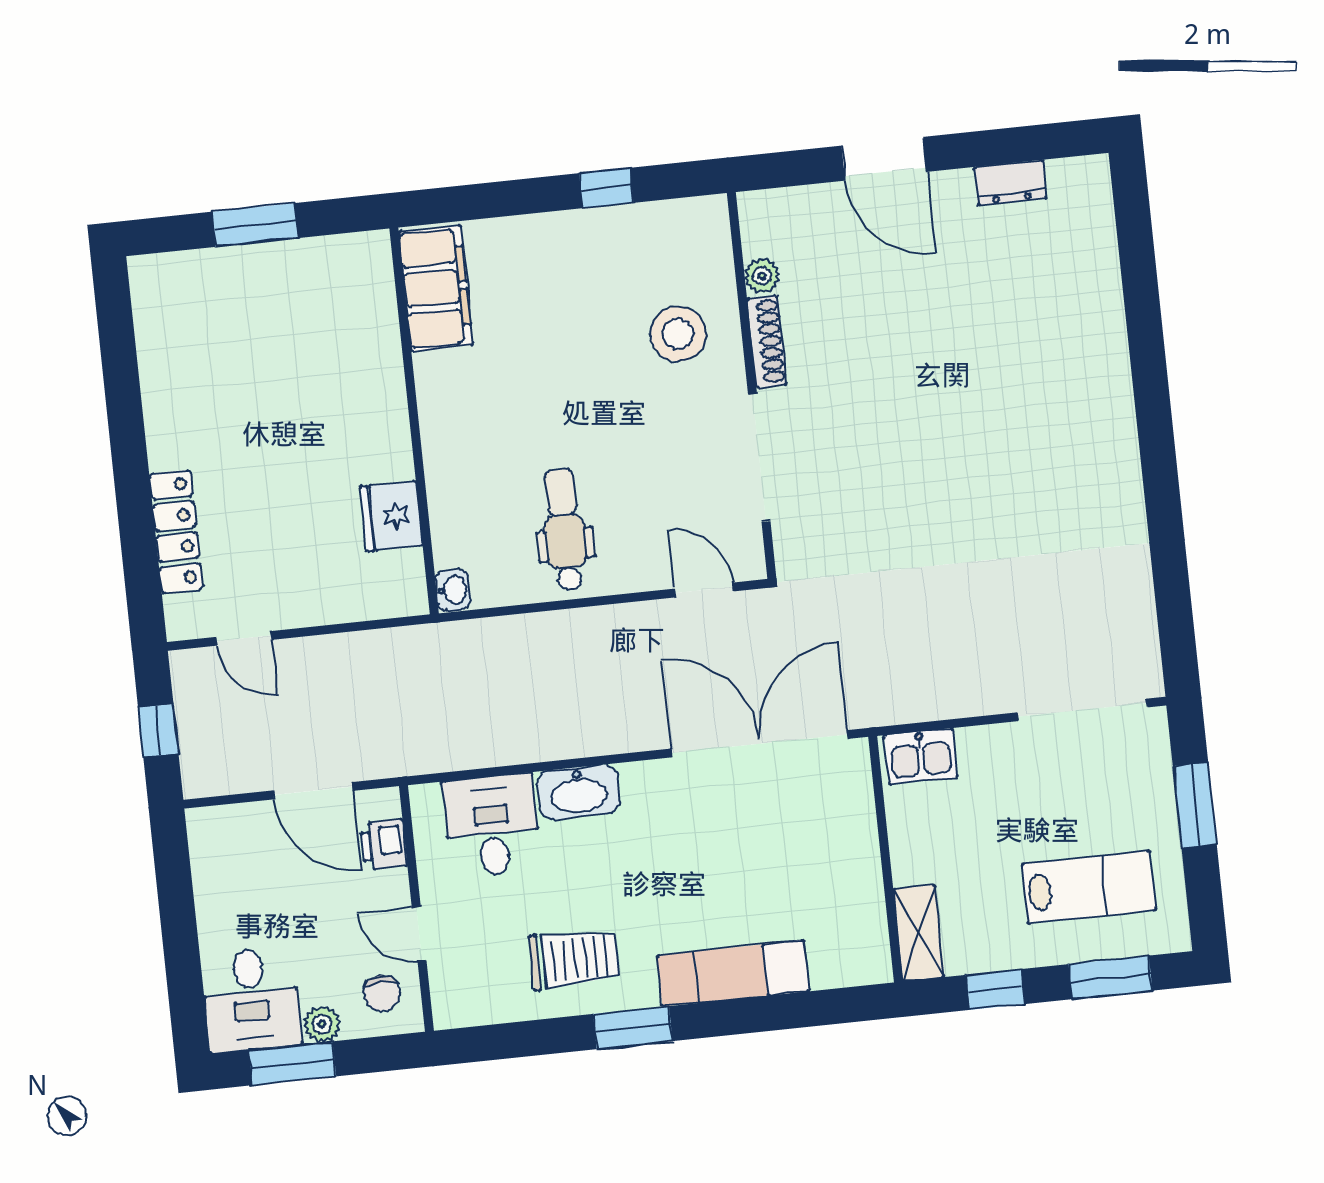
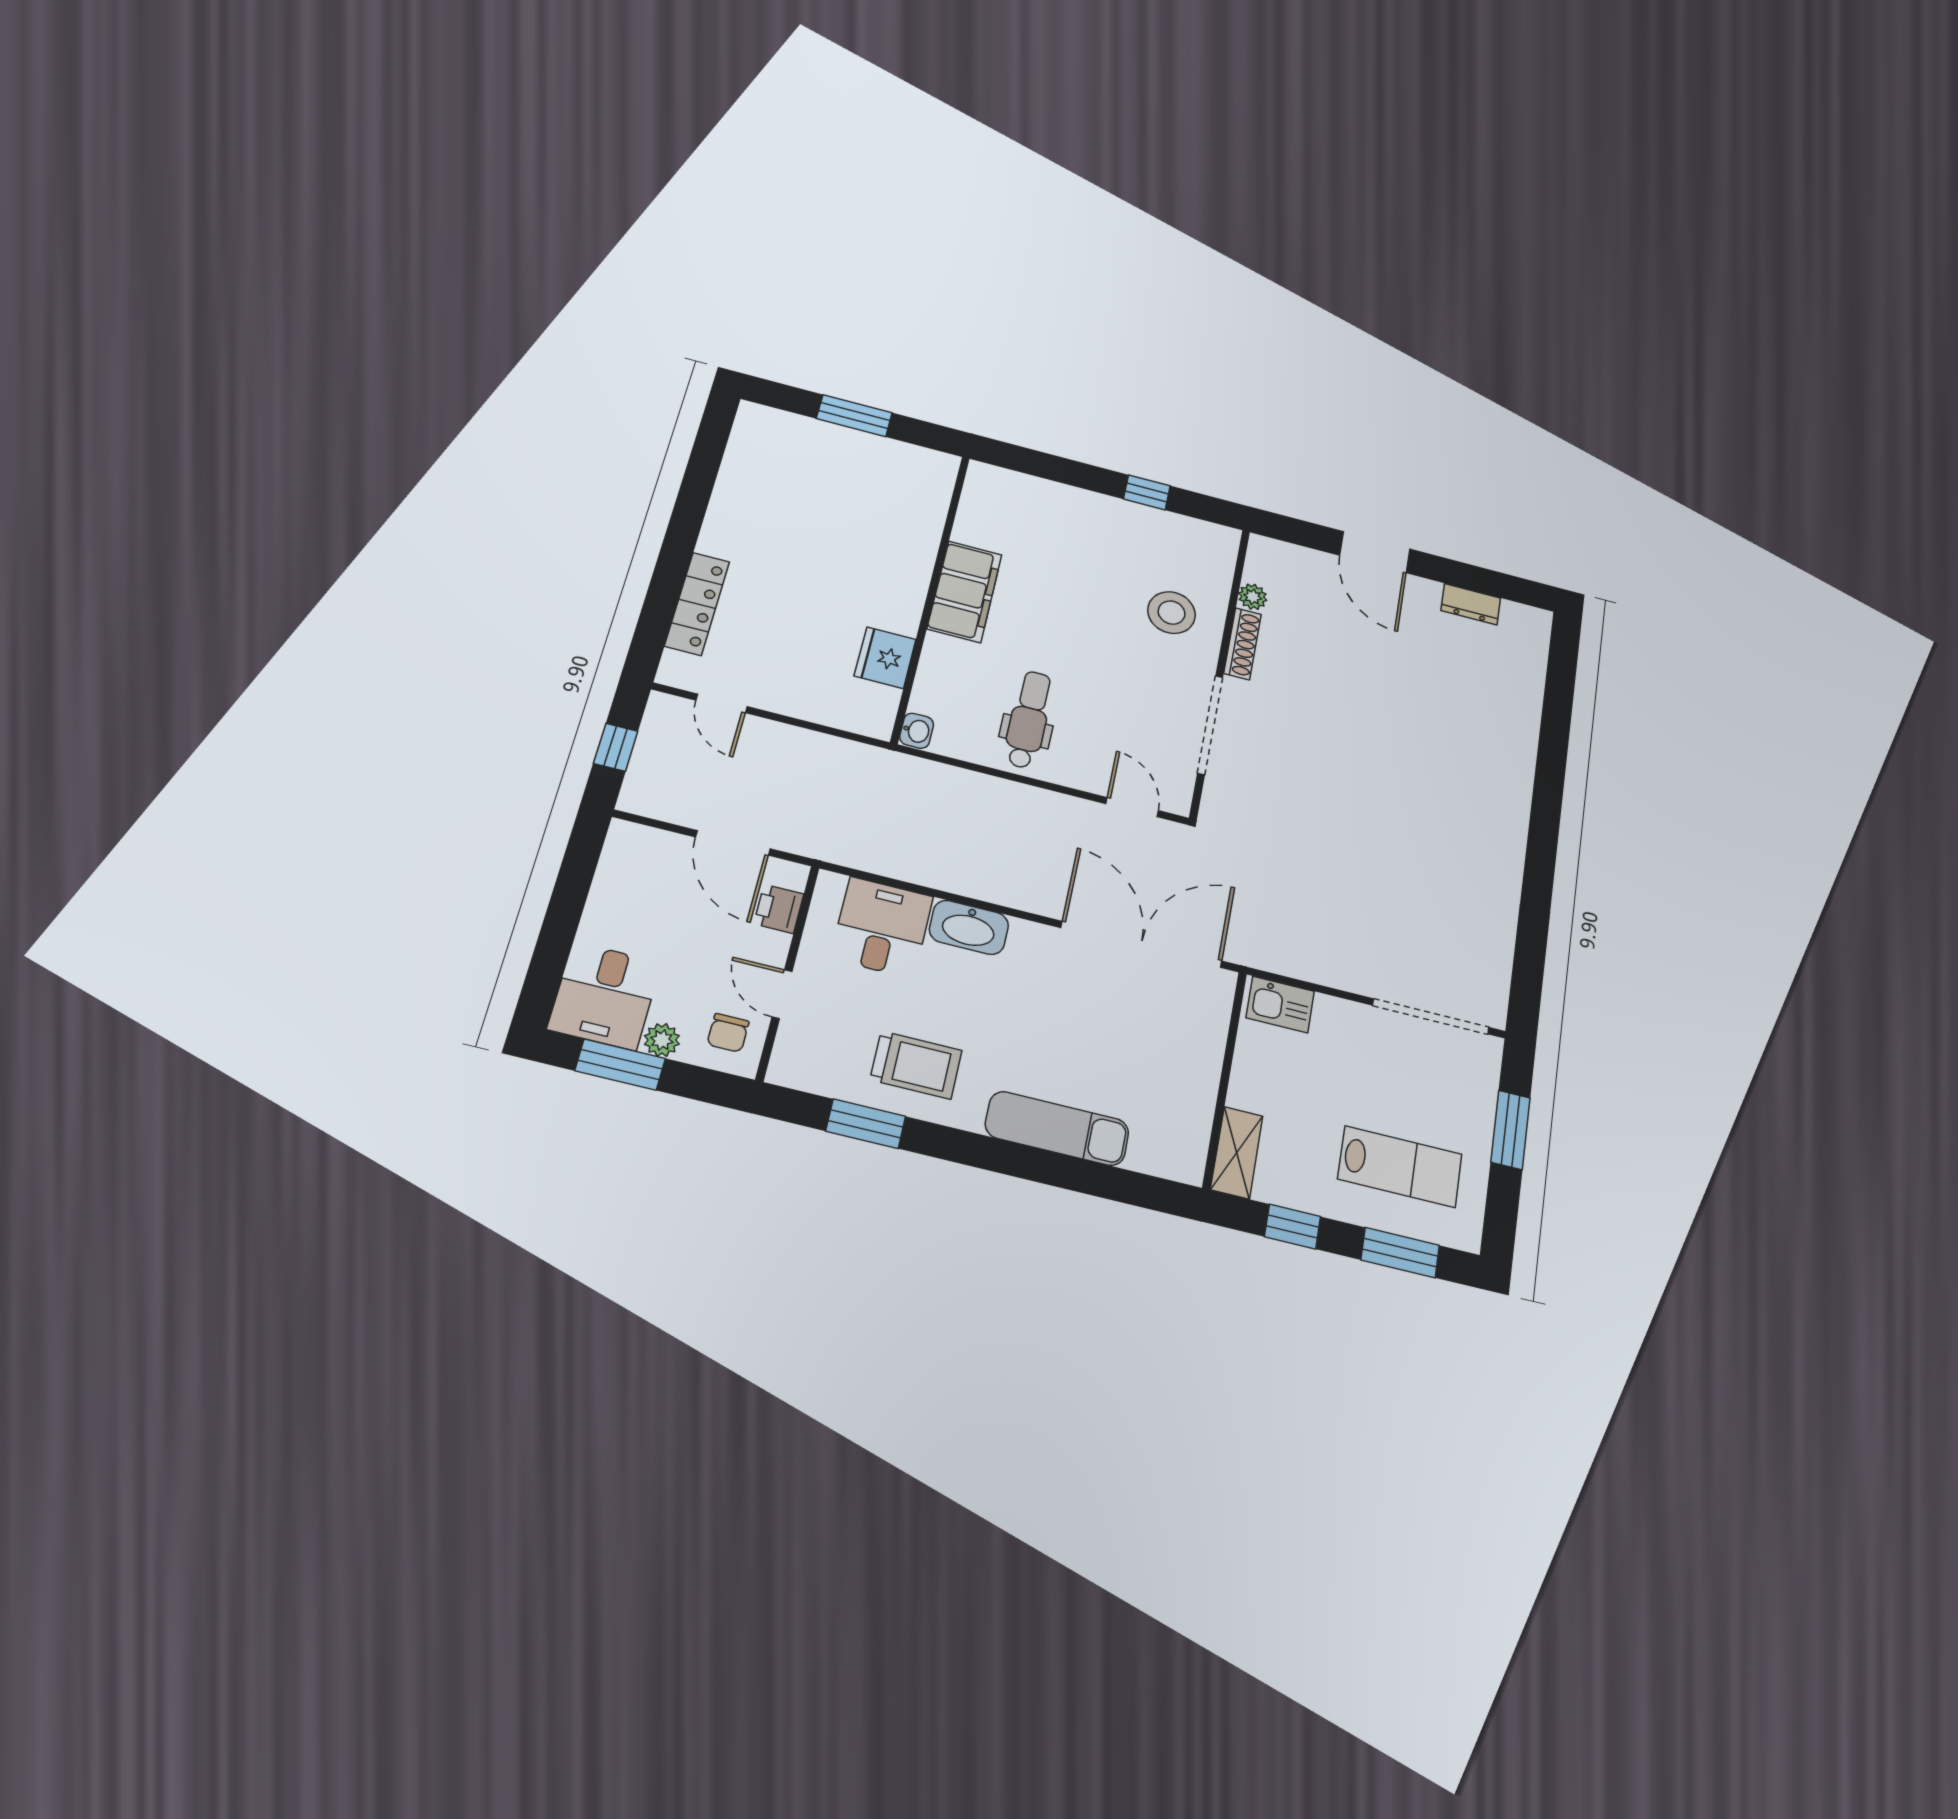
filing cabinet: (436, 288) -> (965, 592), moved
window: (633, 1028) -> (866, 1124), moved

